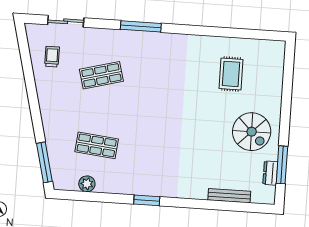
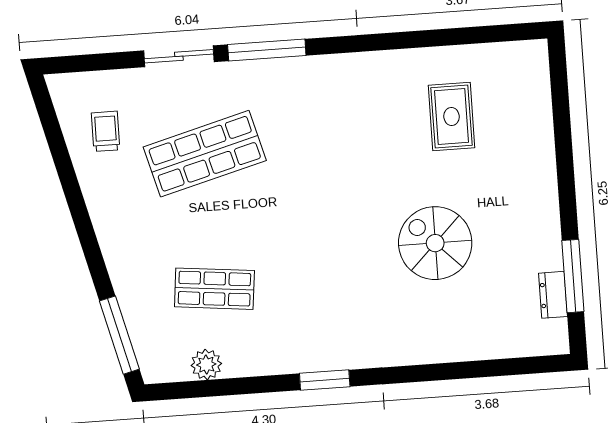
sliding door: (66, 21) -> (179, 56), moved
shop shelf: (101, 75) -> (205, 154), width x1.43, depth x1.36
spiral stairs: (252, 132) -> (435, 243), moved, turned 180
bench: (229, 196) -> (481, 349), removed

